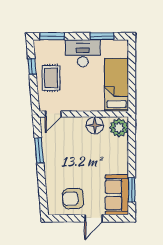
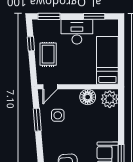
side table: (62, 145) -> (58, 115), added

